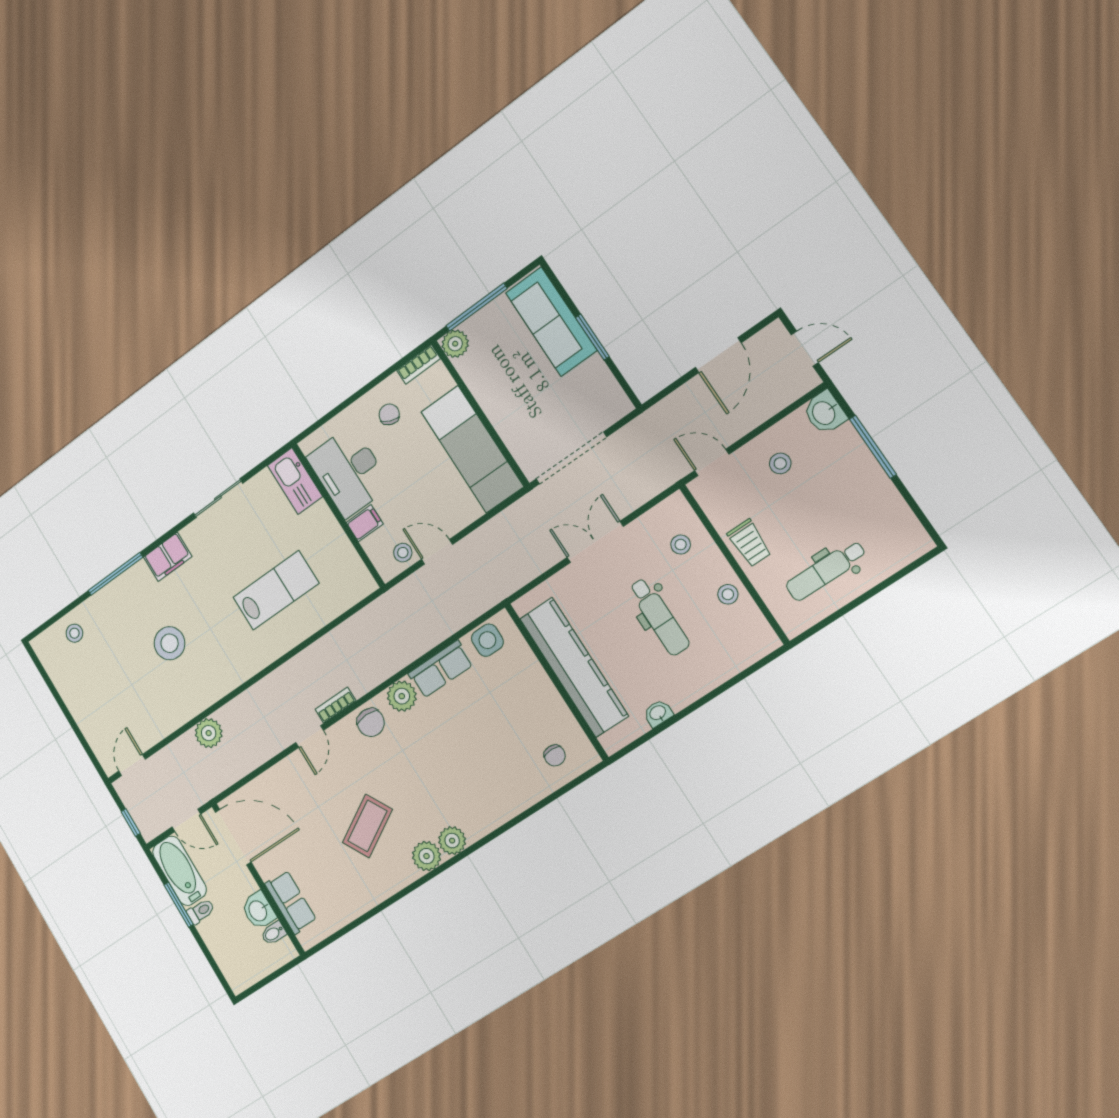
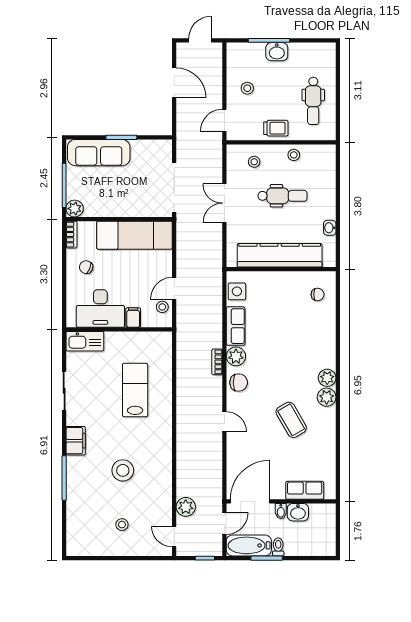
washbasin: (824, 413) -> (277, 52), moved
stool: (74, 633) -> (122, 525), moved
bookcase: (335, 705) -> (217, 362), moved
plant: (209, 733) -> (186, 507), moved
bidet: (274, 933) -> (281, 511), moved

